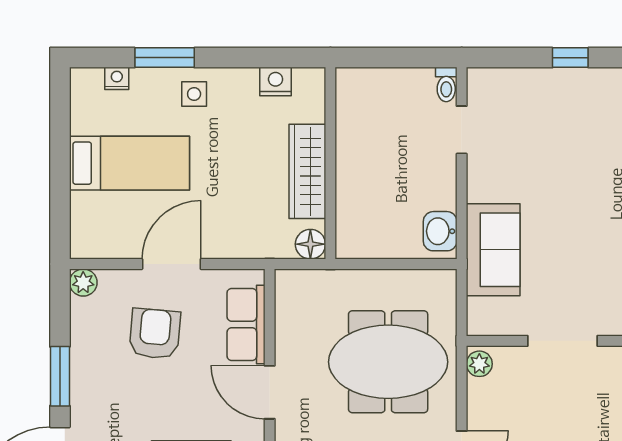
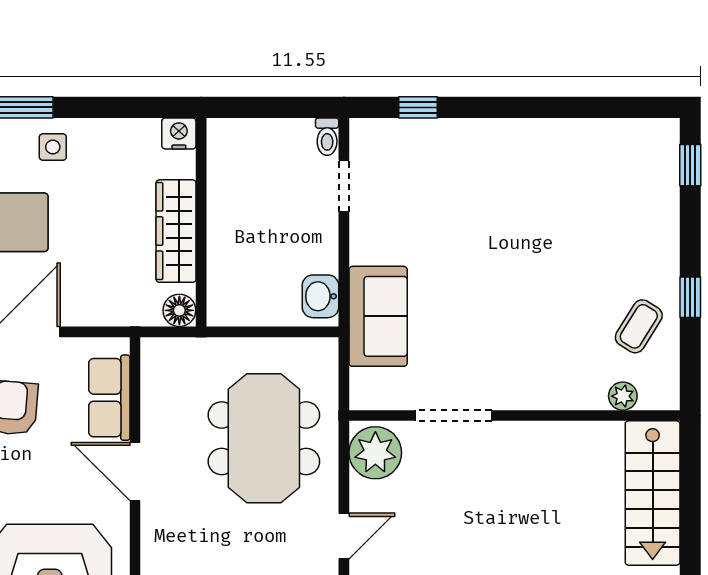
window: (570, 58) -> (418, 107), moved
nightstand: (276, 82) -> (179, 133), moved
meeting table: (388, 362) -> (264, 438), turned 90
plant: (479, 364) -> (375, 453), width x1.87, depth x1.87

